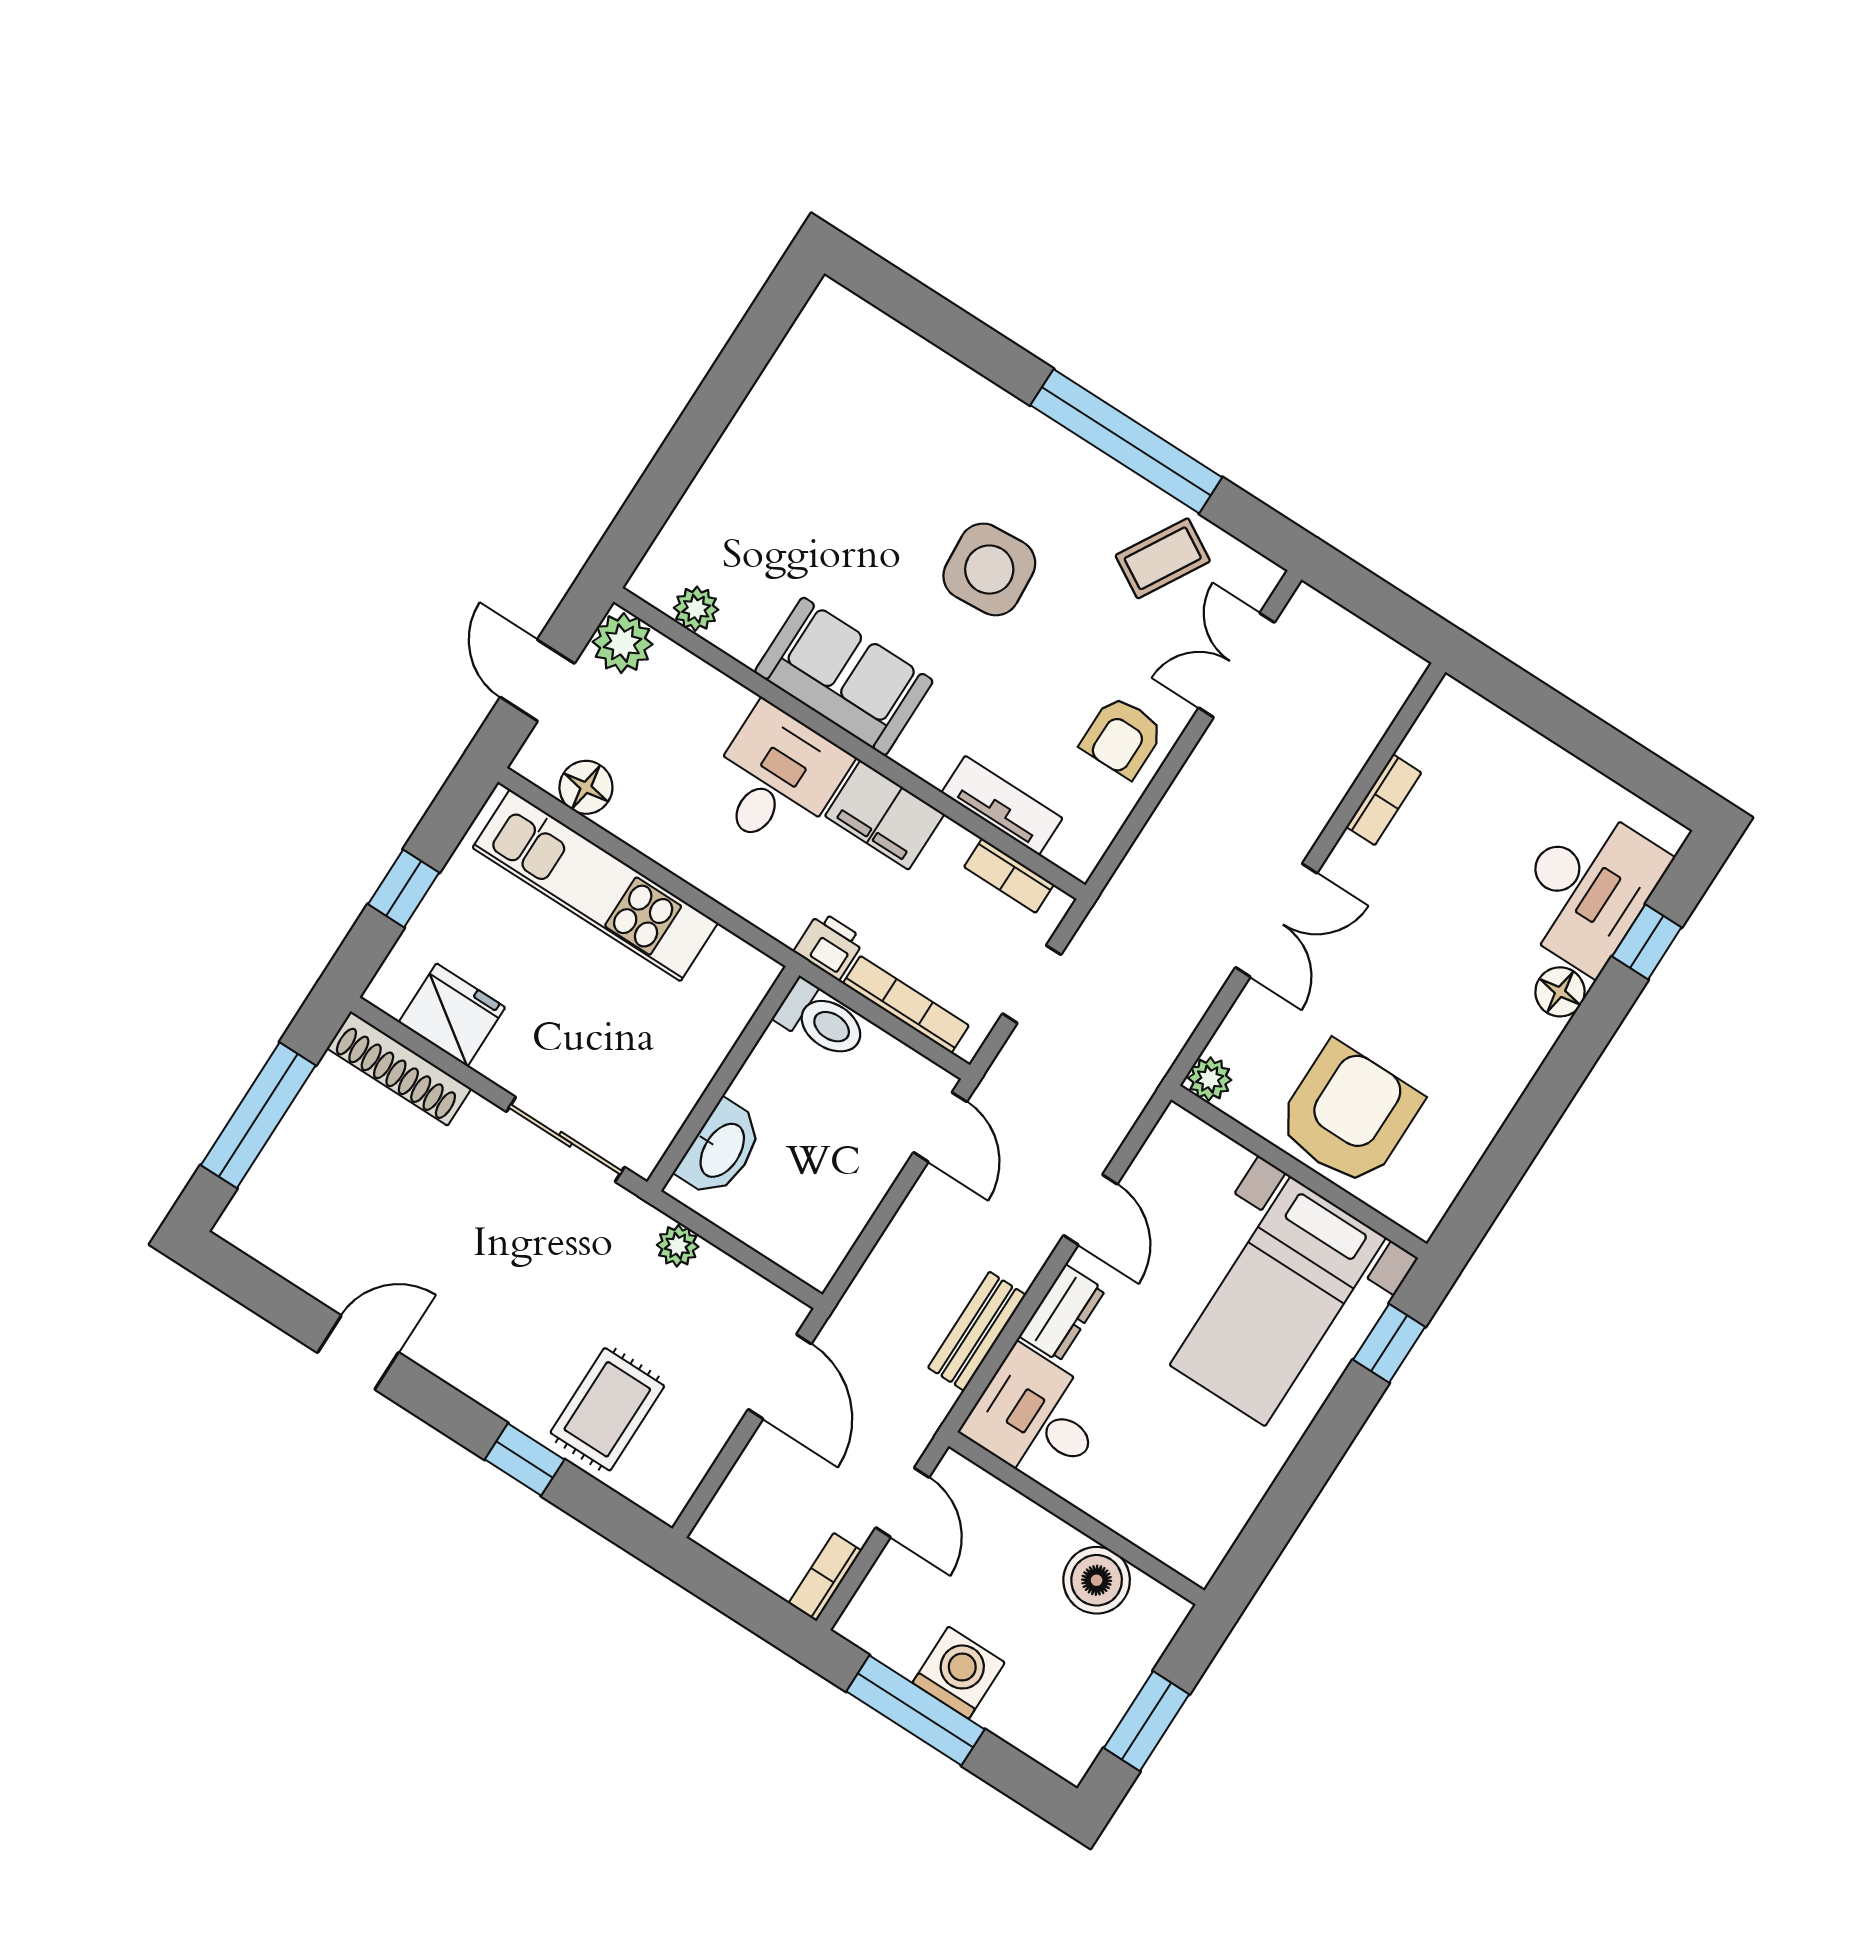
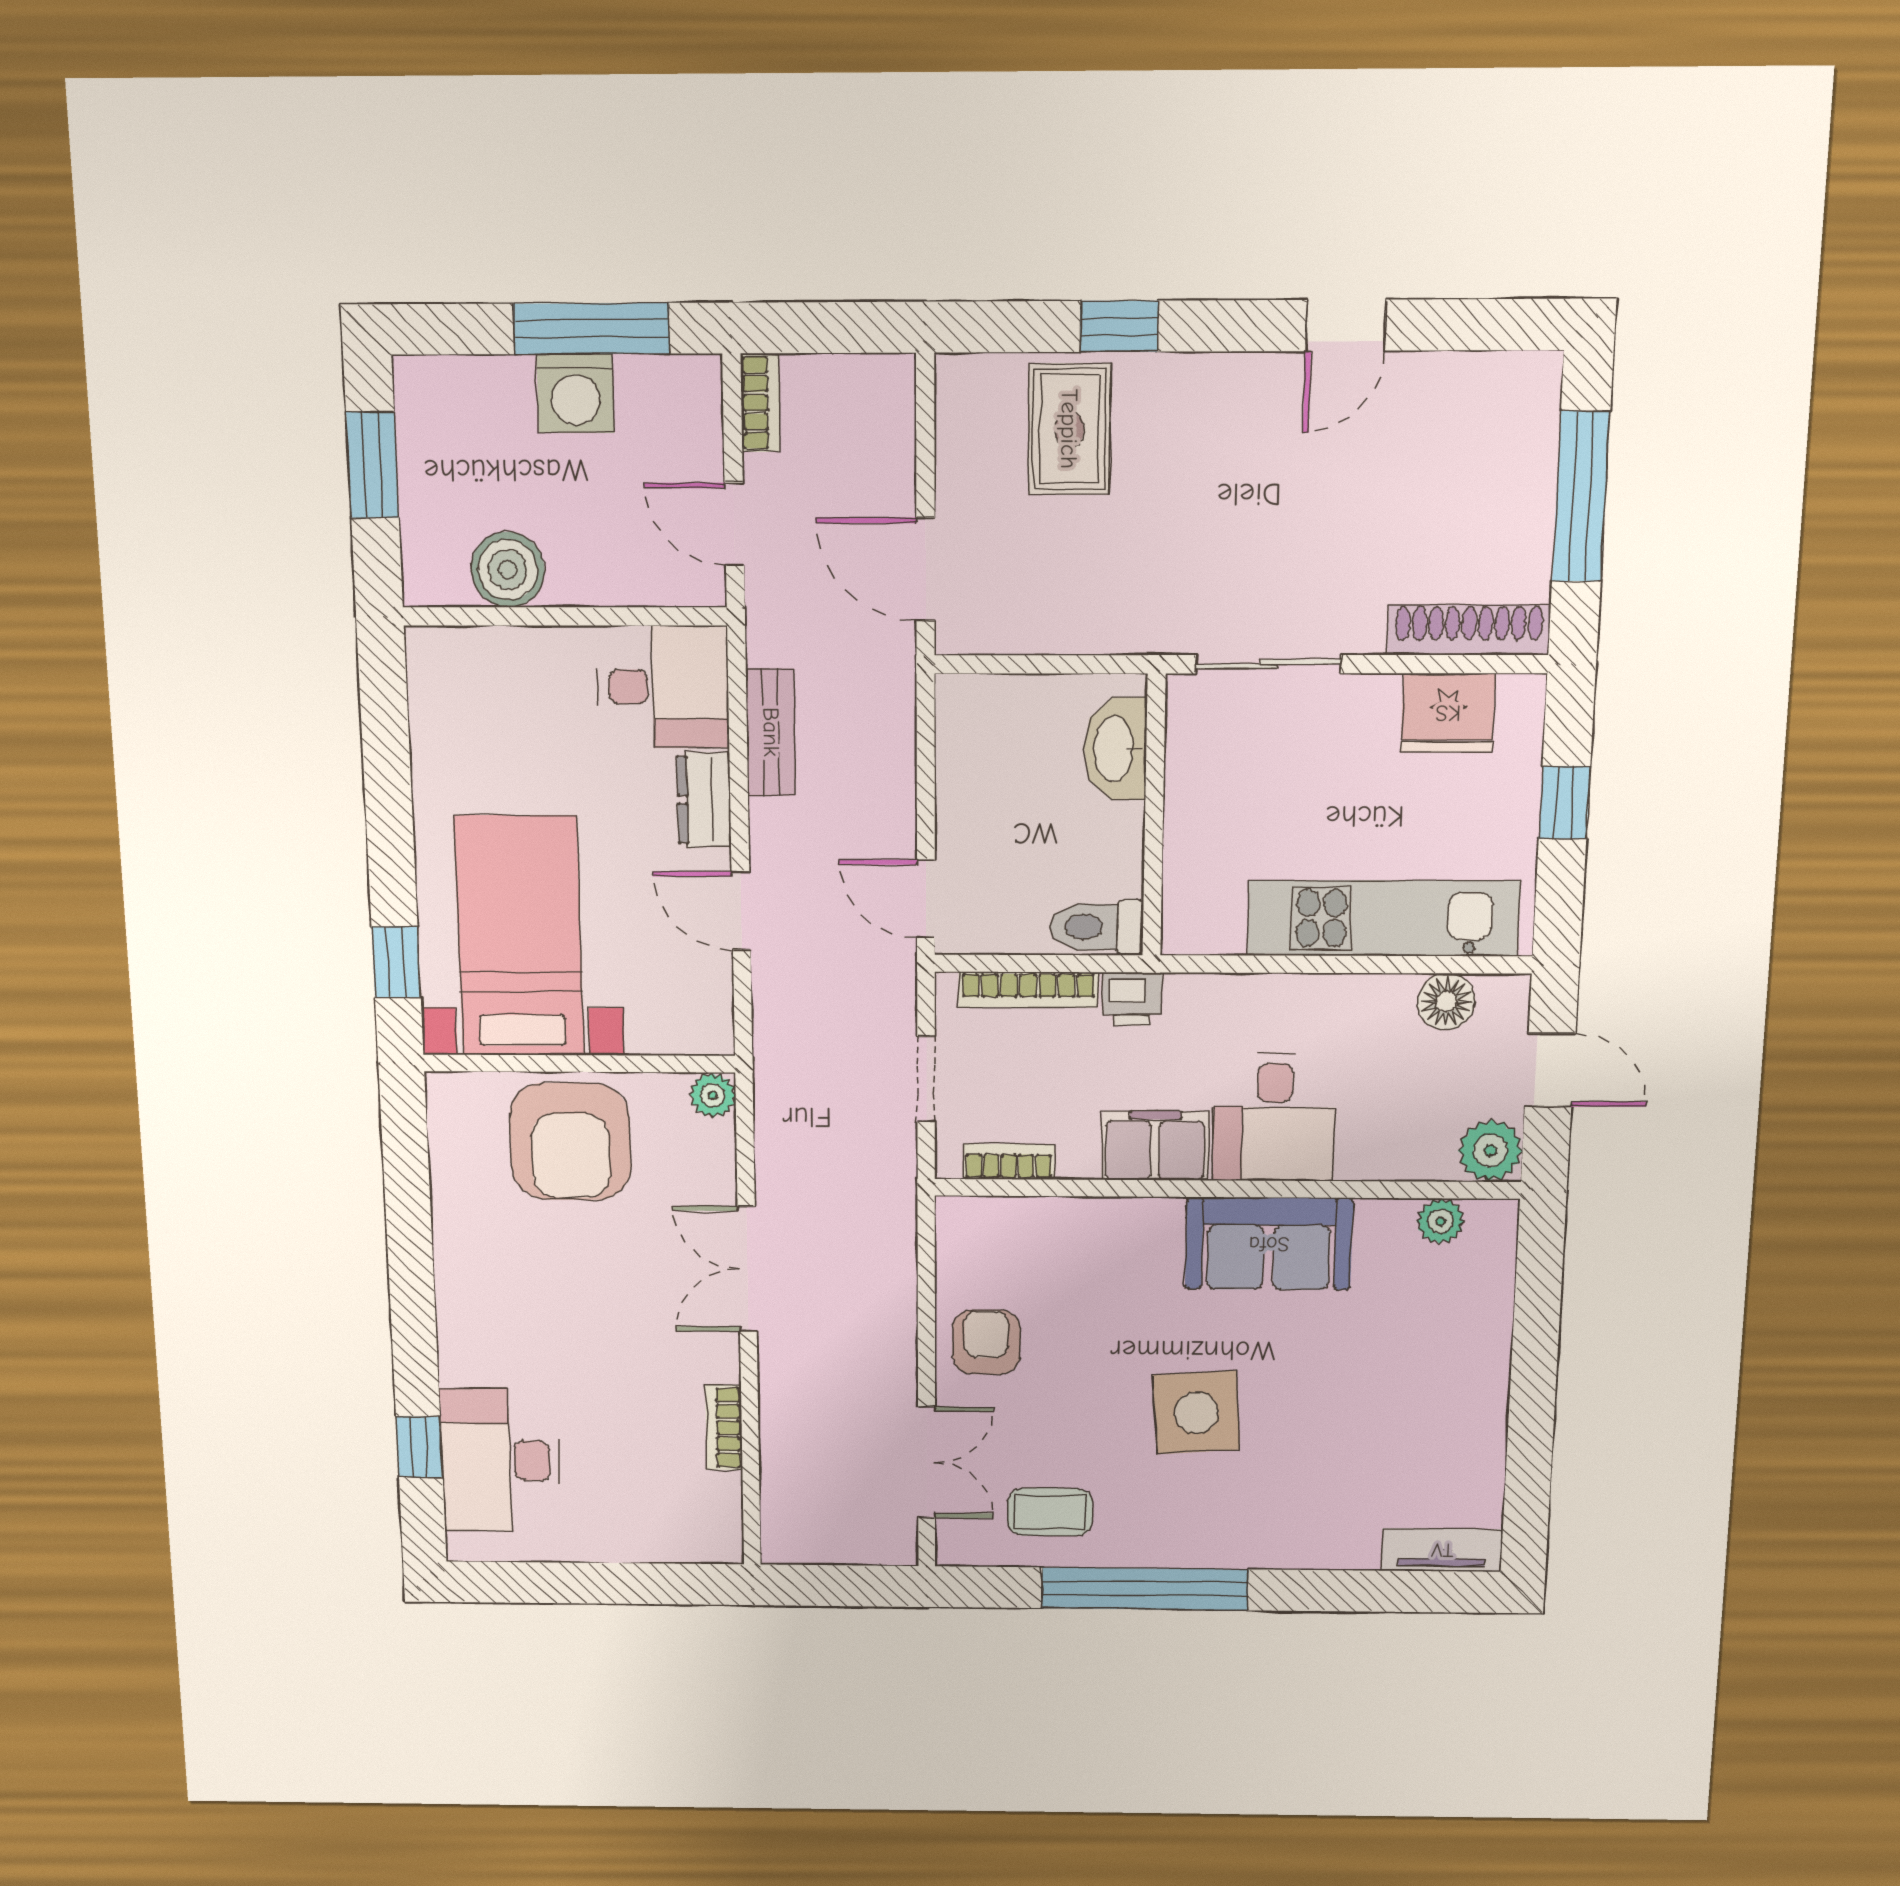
coffee table: (1163, 558) -> (1050, 1512), turned 60
tv unit: (1002, 805) -> (1442, 1550), moved, turned 180
floor lamp: (1560, 992) -> (462, 1360), removed
plant: (678, 1246) -> (1100, 632), removed

